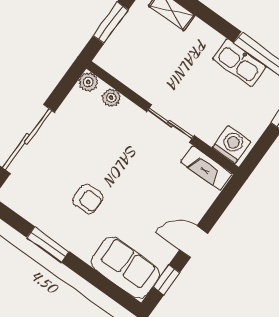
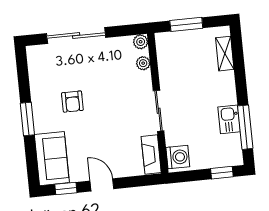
kitchen sink: (239, 63) -> (229, 119), width x0.73
window: (48, 244) -> (27, 119), moved

